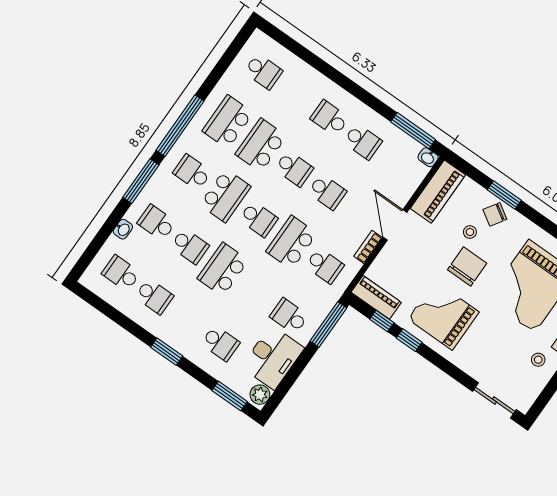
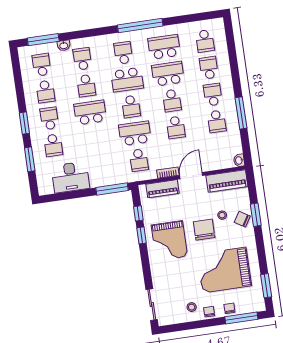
school desk: (296, 95) -> (209, 68), added
window: (413, 131) -> (241, 113), moved
window: (141, 181) -> (43, 40), moved
chair: (467, 267) -> (204, 230), turned -90
piano: (376, 297) -> (163, 189), moved, turned 90
grand piano: (443, 315) -> (169, 241), turned 180
school desk: (289, 316) -> (49, 118), moved
plant: (260, 395) -> (47, 188), removed
window: (230, 396) -> (30, 159), moved

